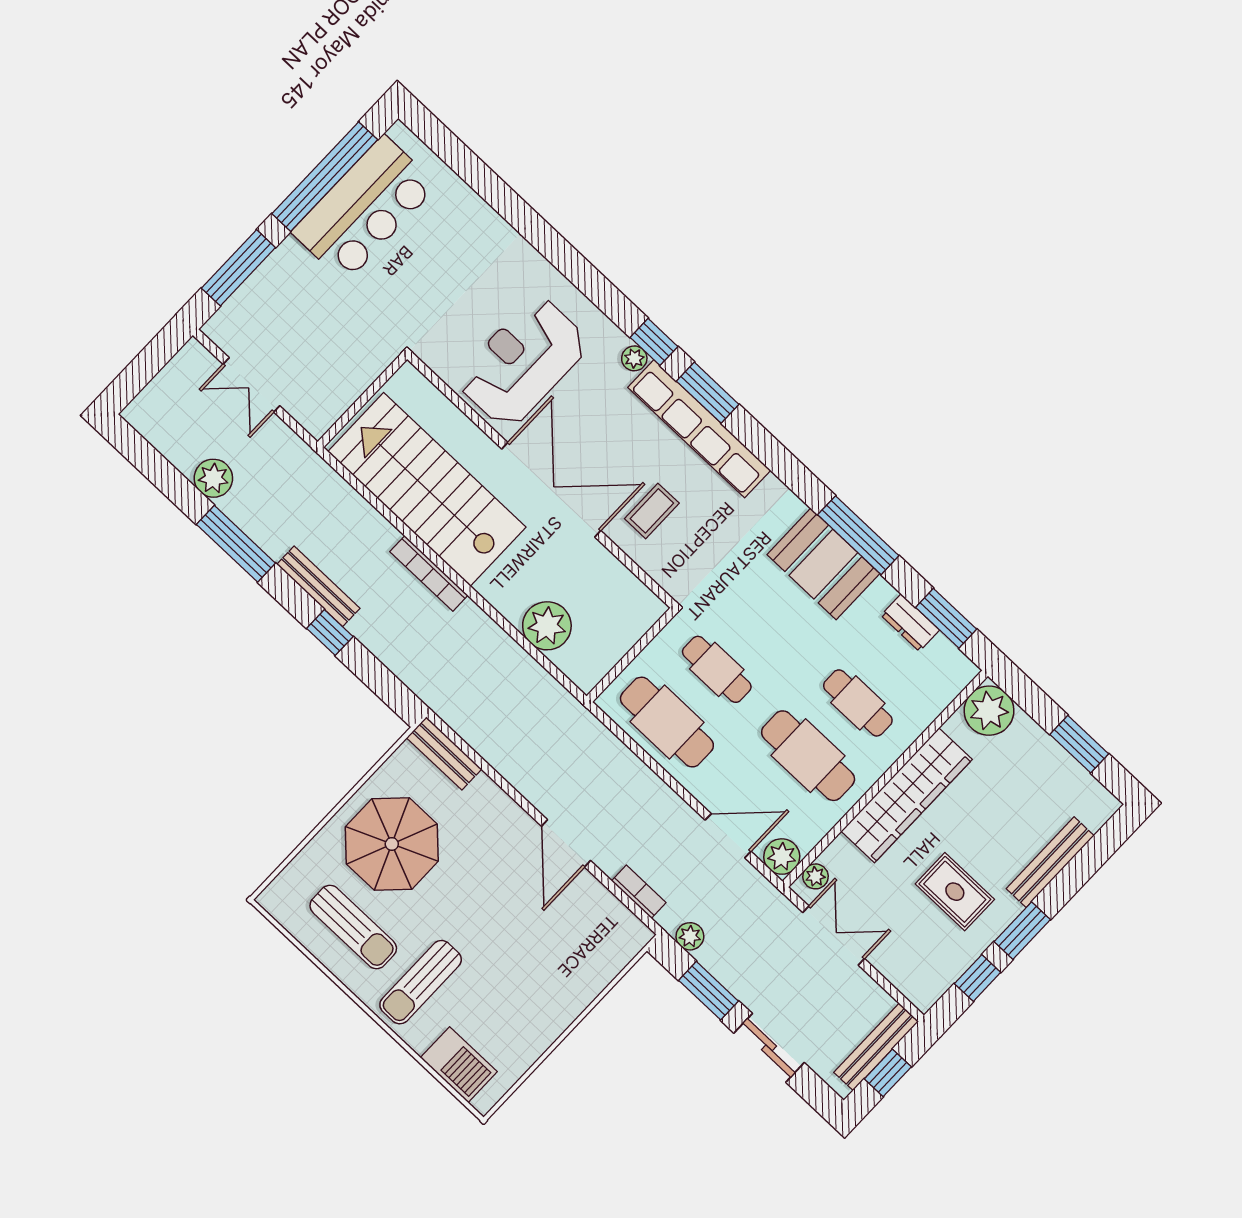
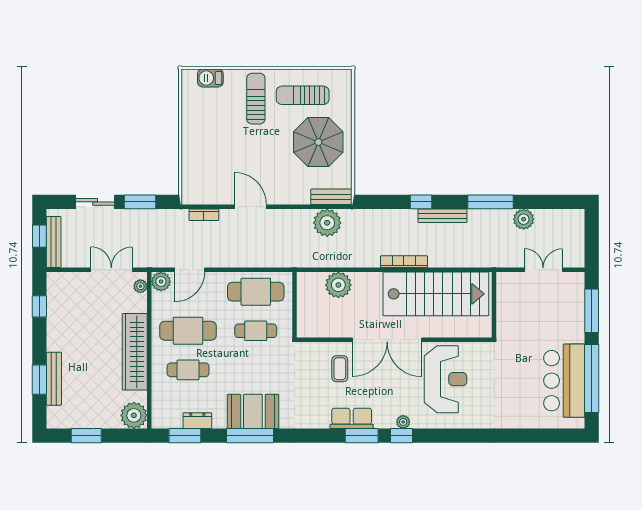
row of seats: (699, 429) -> (352, 418), width x0.50
rug: (955, 892) -> (80, 332), removed
window: (1022, 931) -> (39, 380), moved
plant: (690, 936) -> (327, 223), moved, width x1.88, depth x1.88
double door: (834, 936) -> (111, 270), swing flipped
barbecue: (459, 1065) -> (210, 78), width x0.73, depth x0.79

